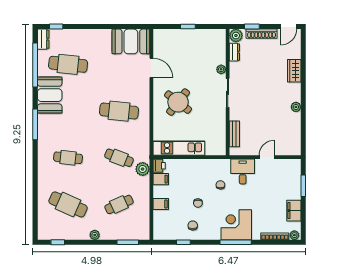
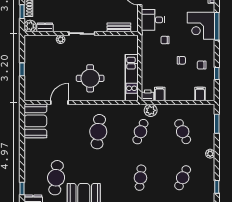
round table: (178, 102) -> (90, 78), turned -38
cafe table: (68, 204) -> (183, 178), width x0.73, depth x0.74
filing cabinet: (161, 204) -> (200, 94), moved

